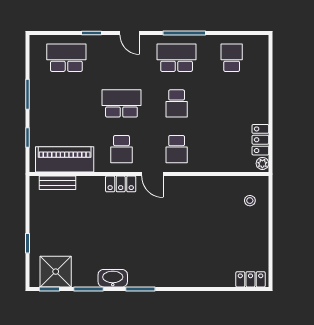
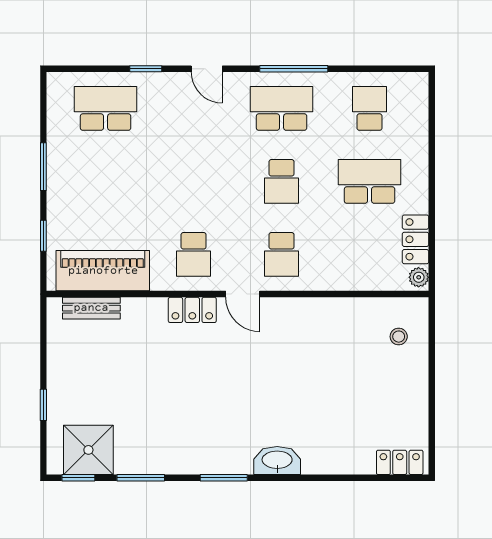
school desk: (121, 103) -> (370, 181), moved
washbasin: (113, 278) -> (277, 461), moved

